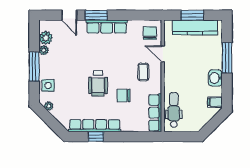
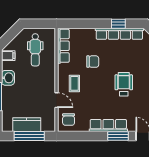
window: (192, 15) -> (29, 136), width x1.44
kitchen counter: (195, 27) -> (27, 125), width x0.67
wheelchair: (98, 83) -> (124, 84), moved
dental chair: (174, 110) -> (35, 50), moved

